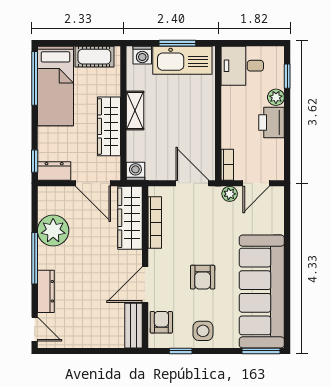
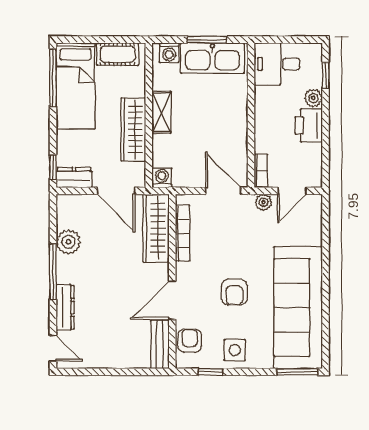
plant: (53, 231) -> (68, 242), width x0.73, depth x0.73

